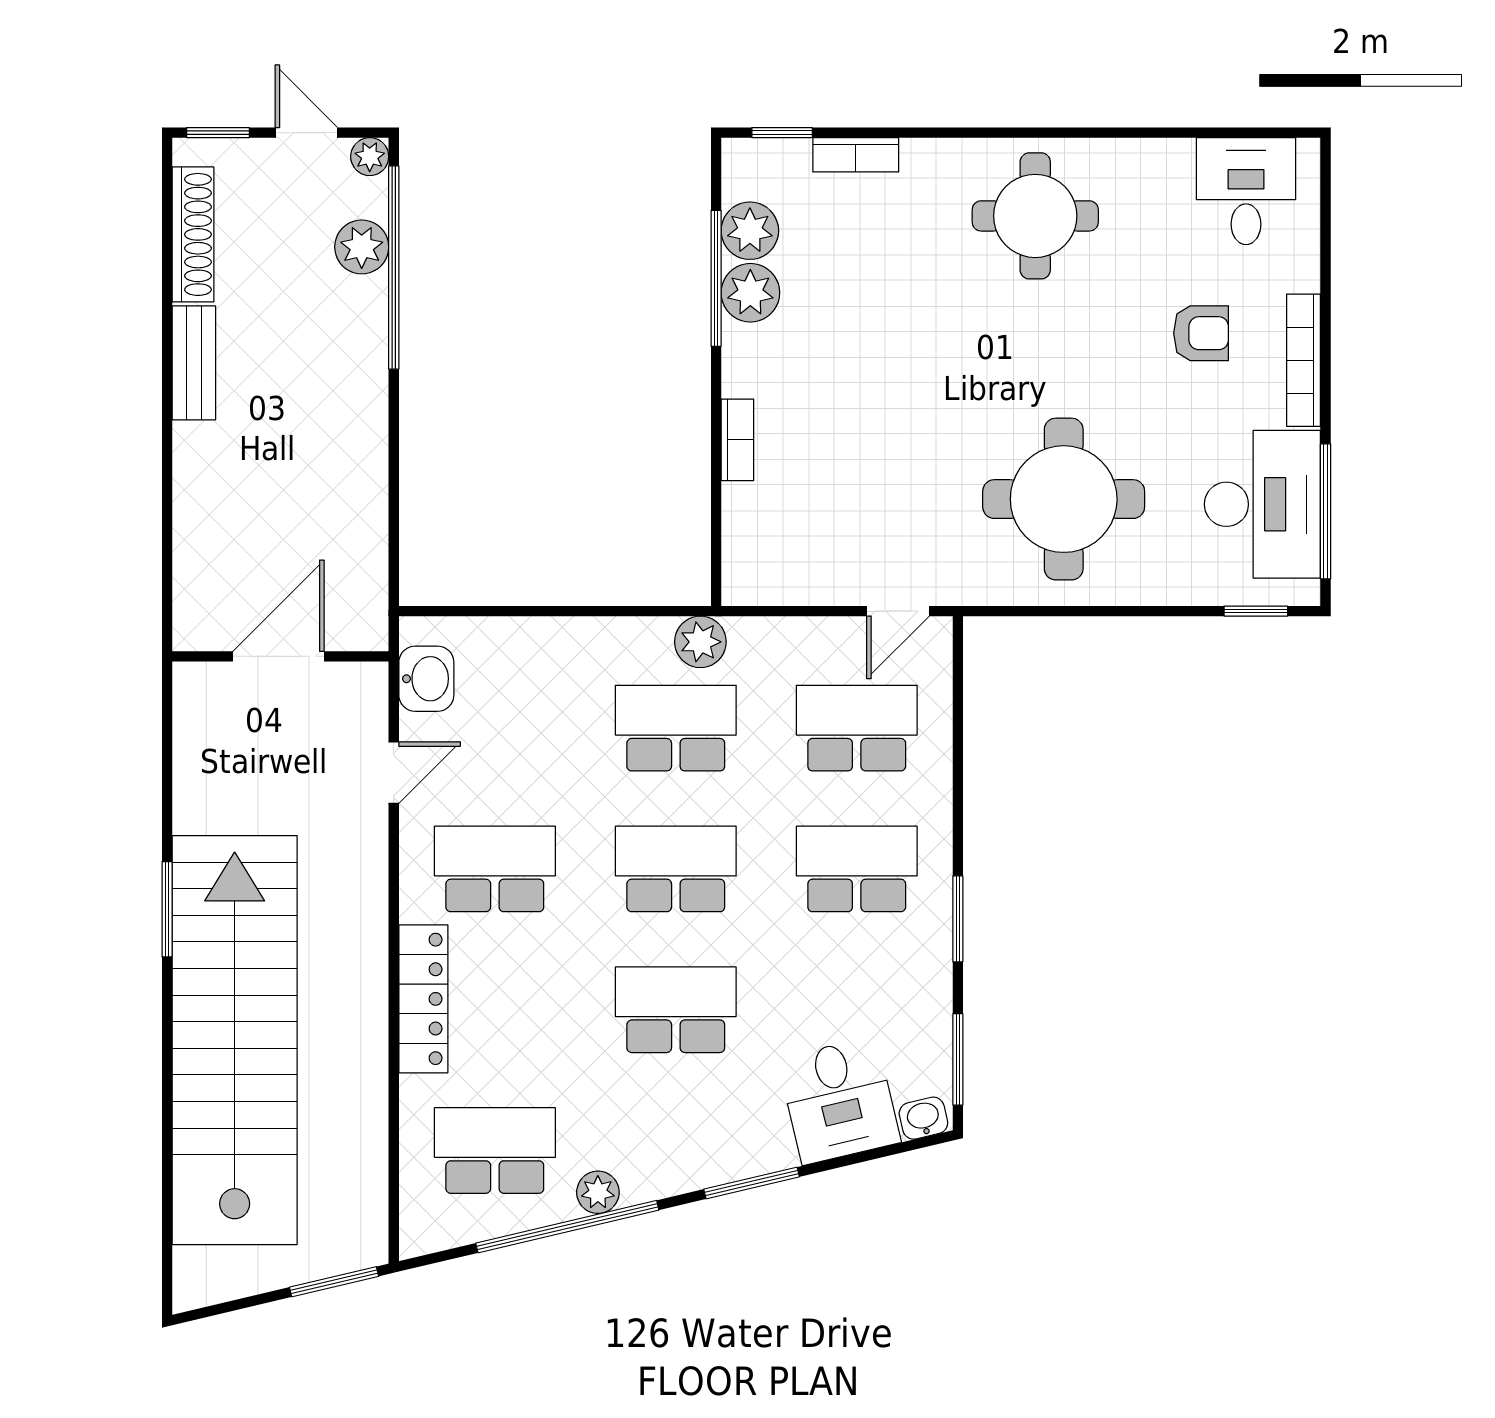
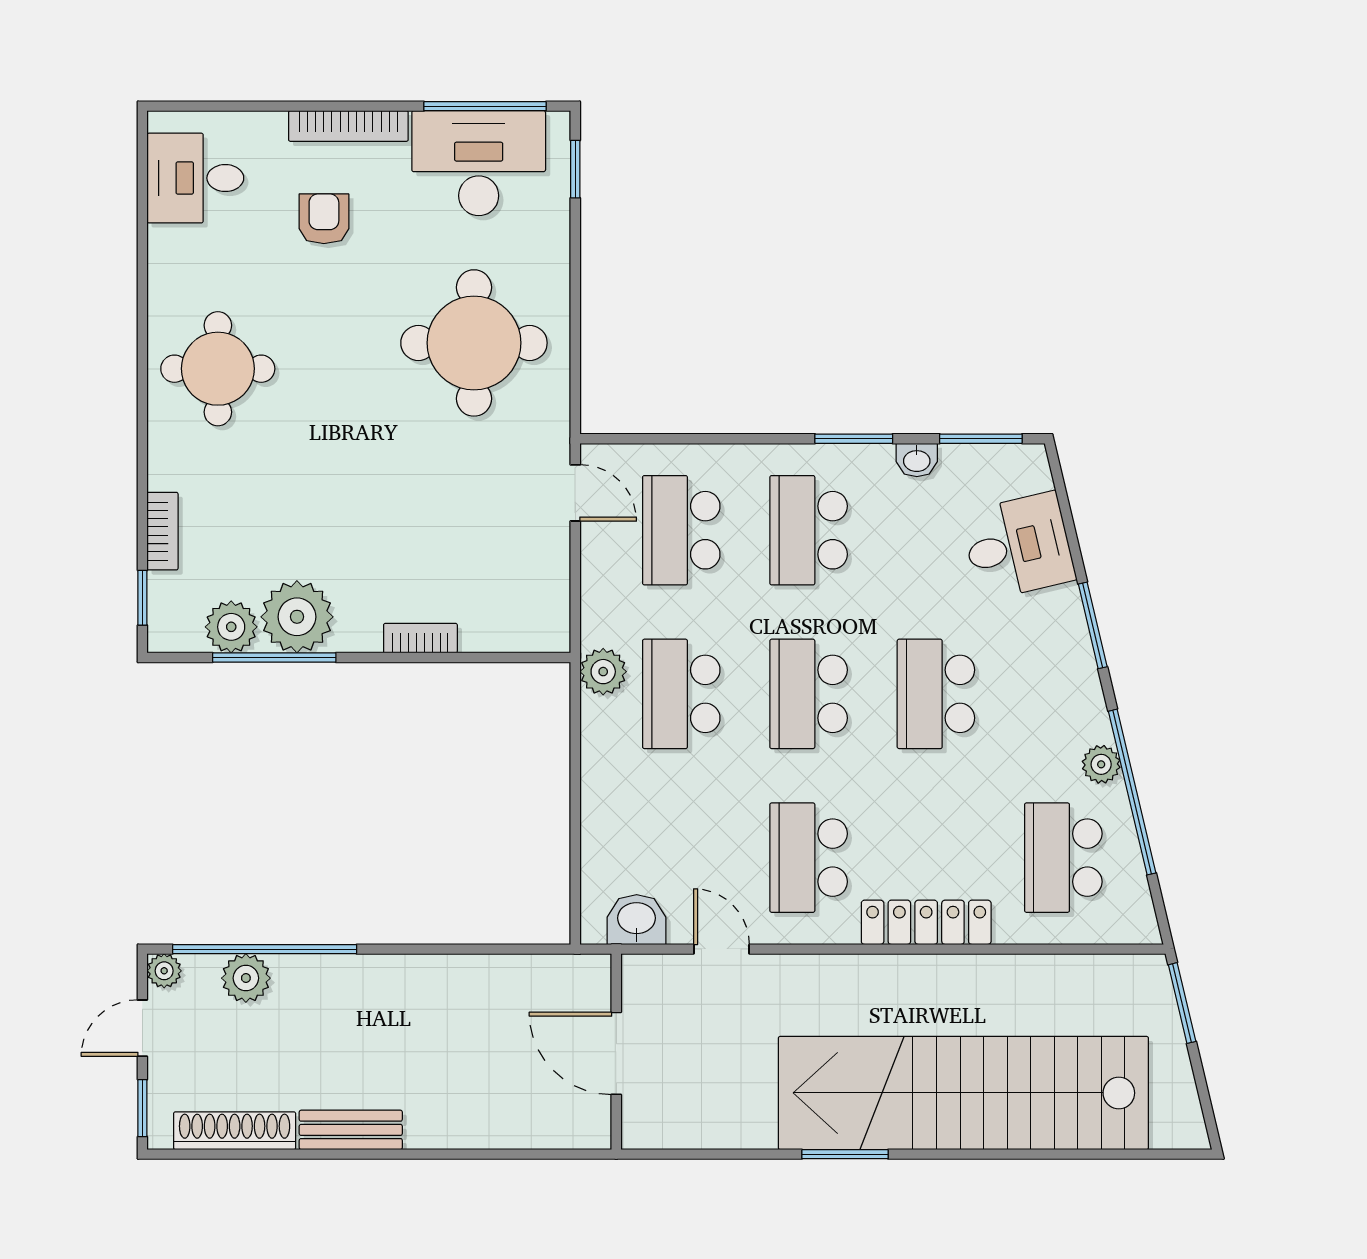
plant: (750, 293) -> (297, 617), width x1.36, depth x1.36
washbasin: (923, 1118) -> (917, 460), moved, turned -77

